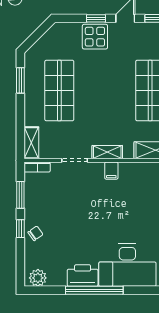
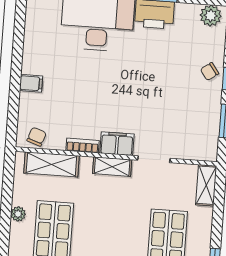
bookcase: (37, 167) -> (83, 146), moved
filing cabinet: (111, 171) -> (117, 144), width x2.00

